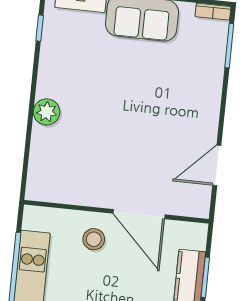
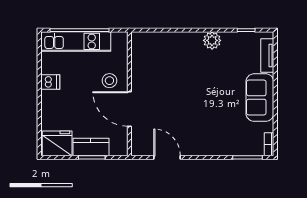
plant: (47, 112) -> (212, 40), moved
door: (139, 214) -> (129, 109), hinge flipped

